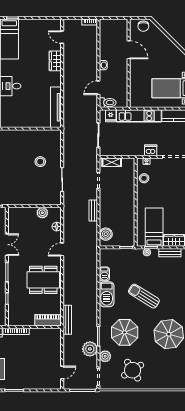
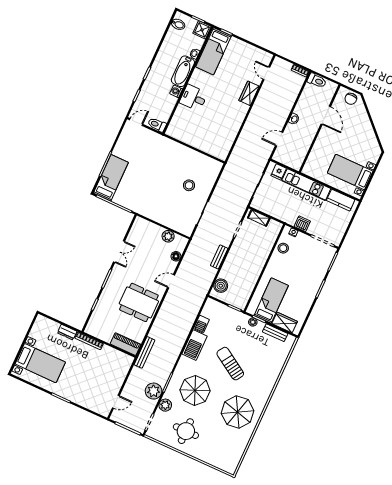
toilet: (108, 103) -> (317, 81), moved
tv unit: (56, 107) -> (229, 139), removed
round table: (133, 370) -> (186, 431), turned 32

